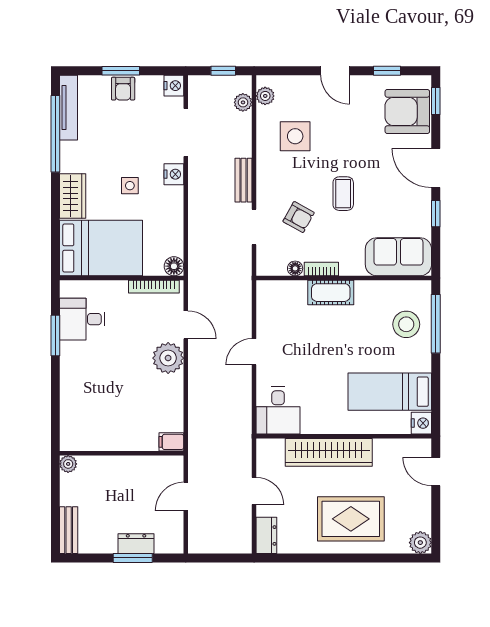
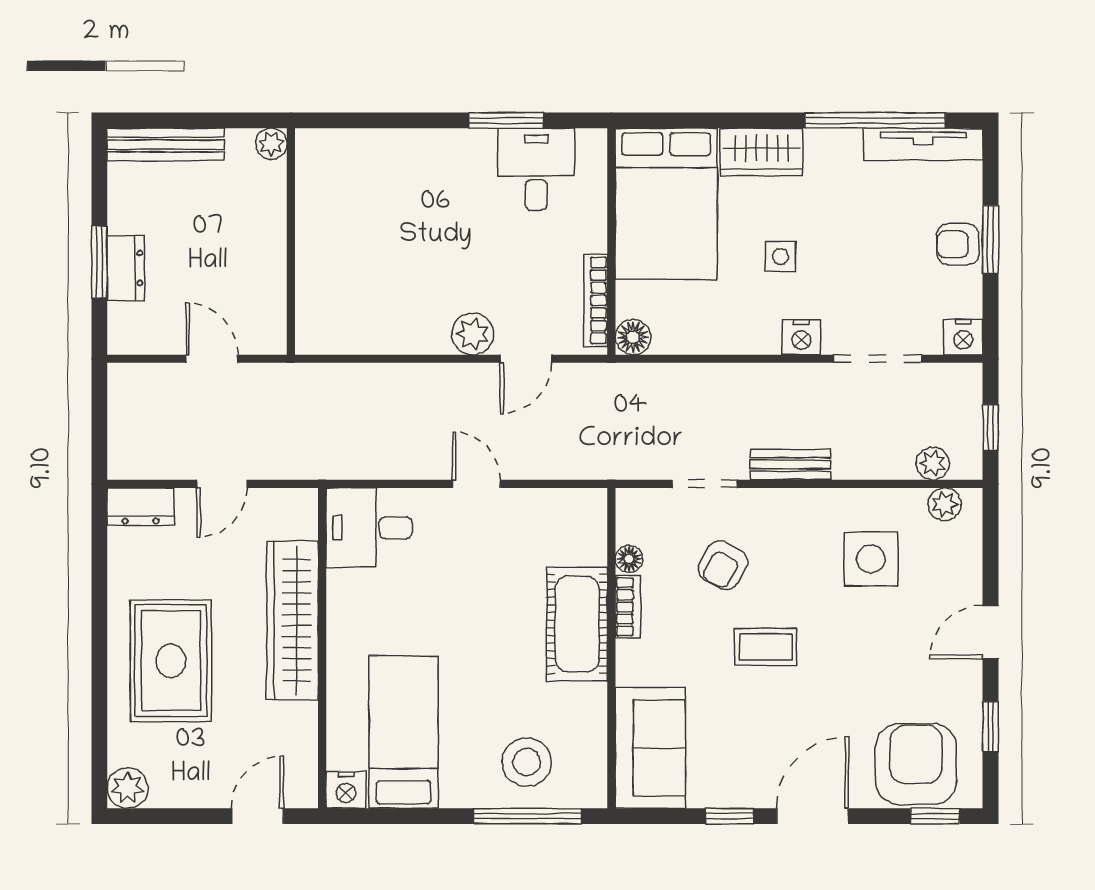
cot: (331, 293) -> (577, 624), width x1.37, depth x1.34
plant: (168, 358) -> (473, 334), width x0.73, depth x0.73
filing cabinet: (171, 442) -> (312, 332), removed
bench: (69, 530) -> (166, 145), width x1.36

